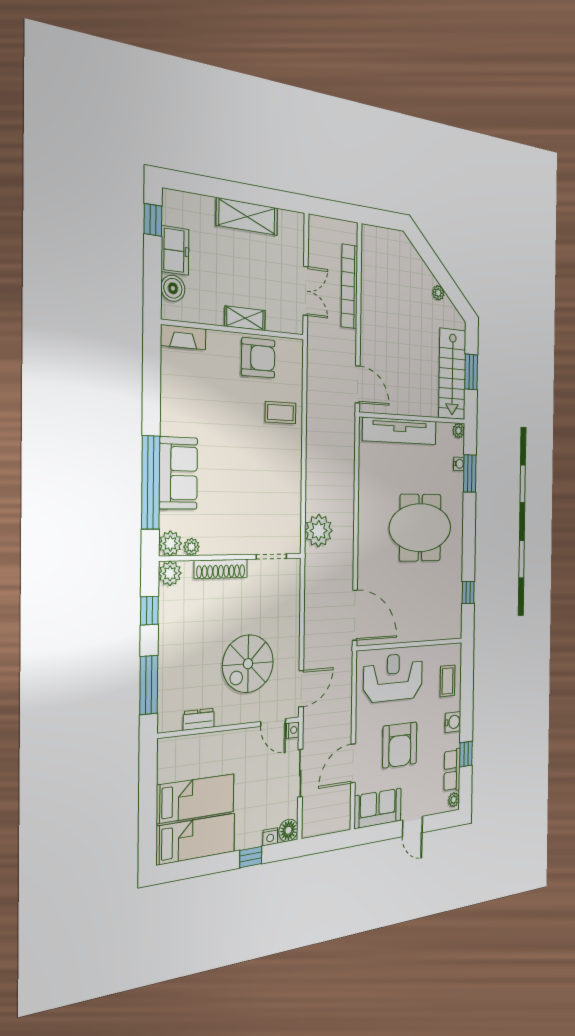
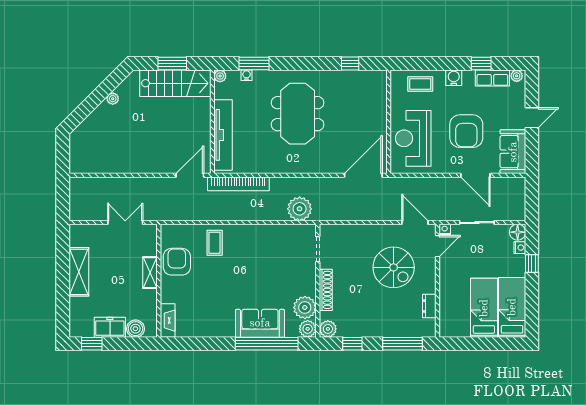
bookcase: (349, 286) -> (238, 184), moved
plant: (192, 547) -> (305, 308), width x1.87, depth x1.87
armchair: (400, 745) -> (466, 131), turned 90

